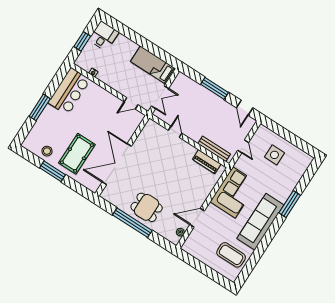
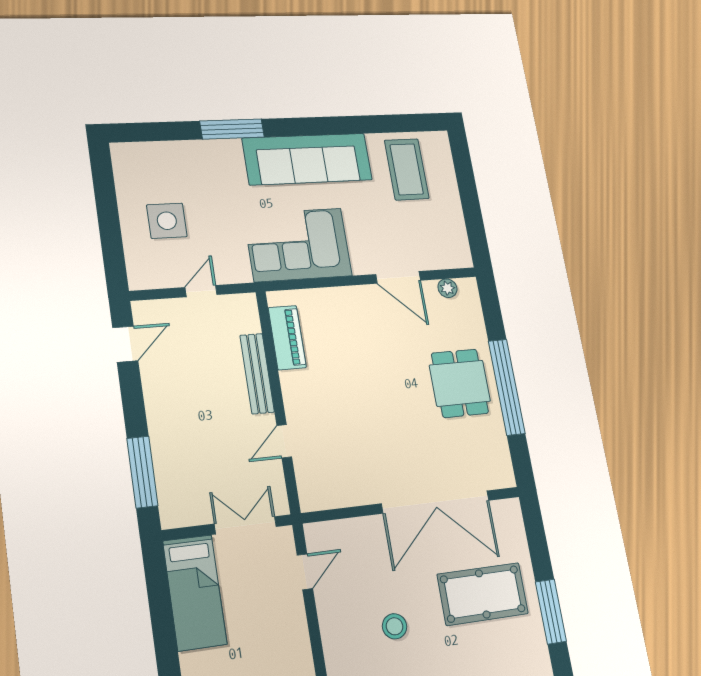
window: (214, 88) -> (142, 472), moved
door: (131, 103) -> (305, 572), hinge flipped
bench: (214, 149) -> (257, 374), moved
stool: (47, 151) -> (395, 626), moved

